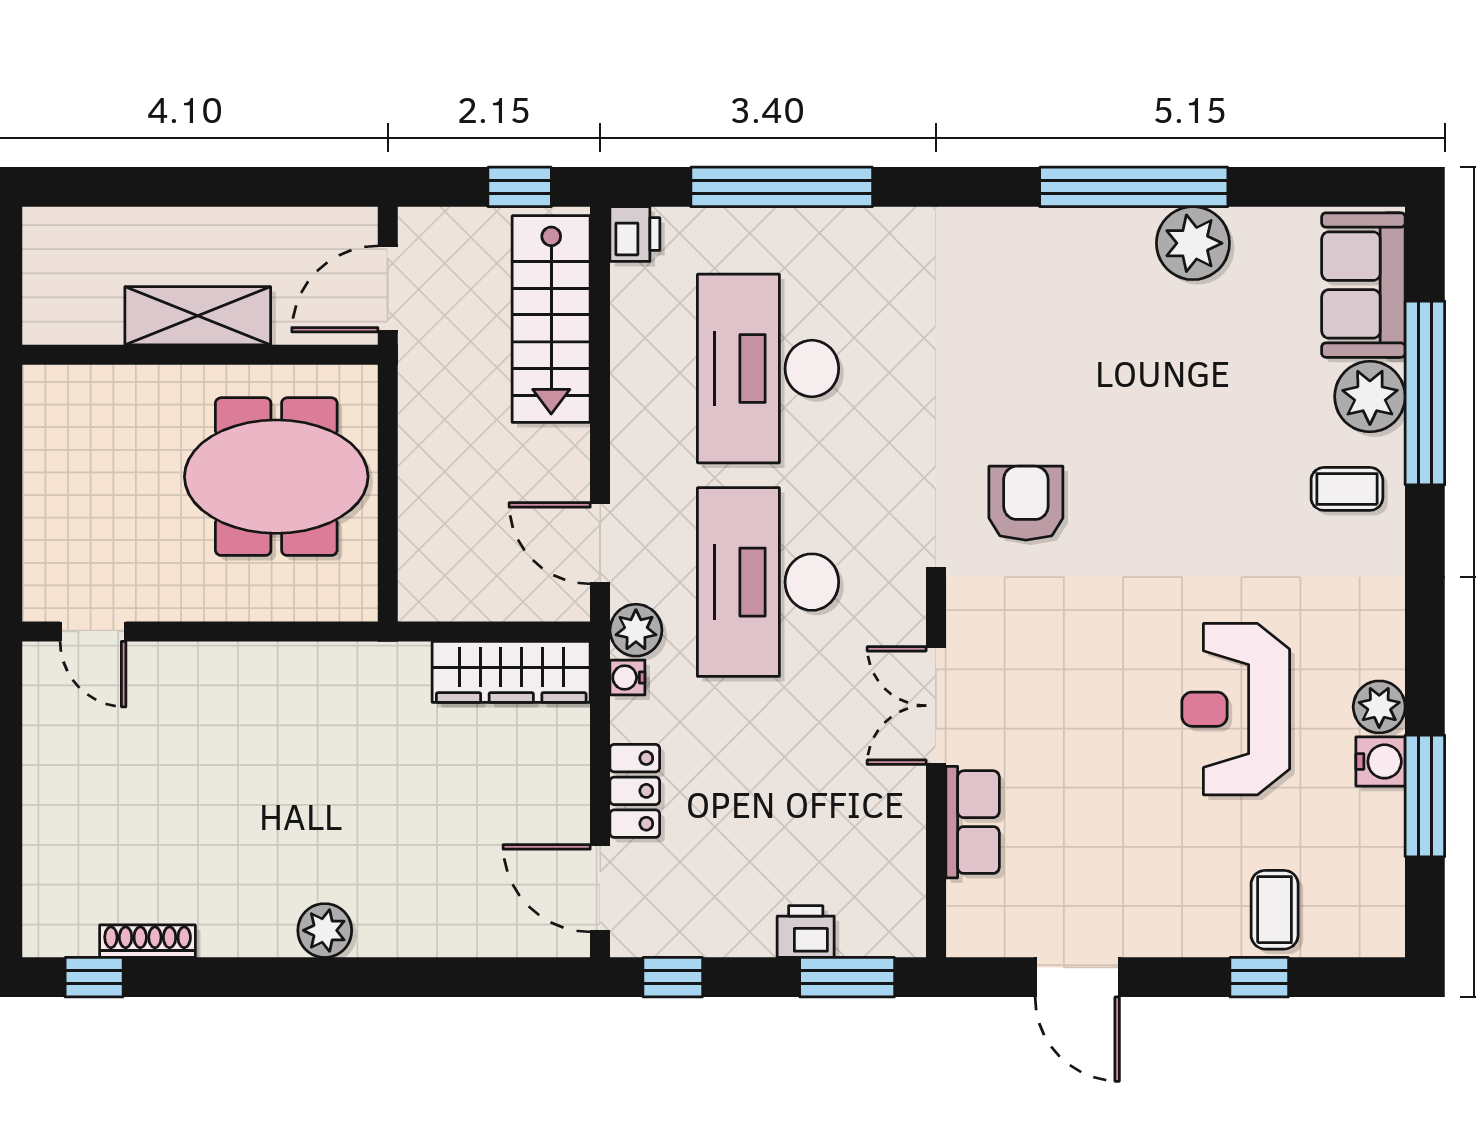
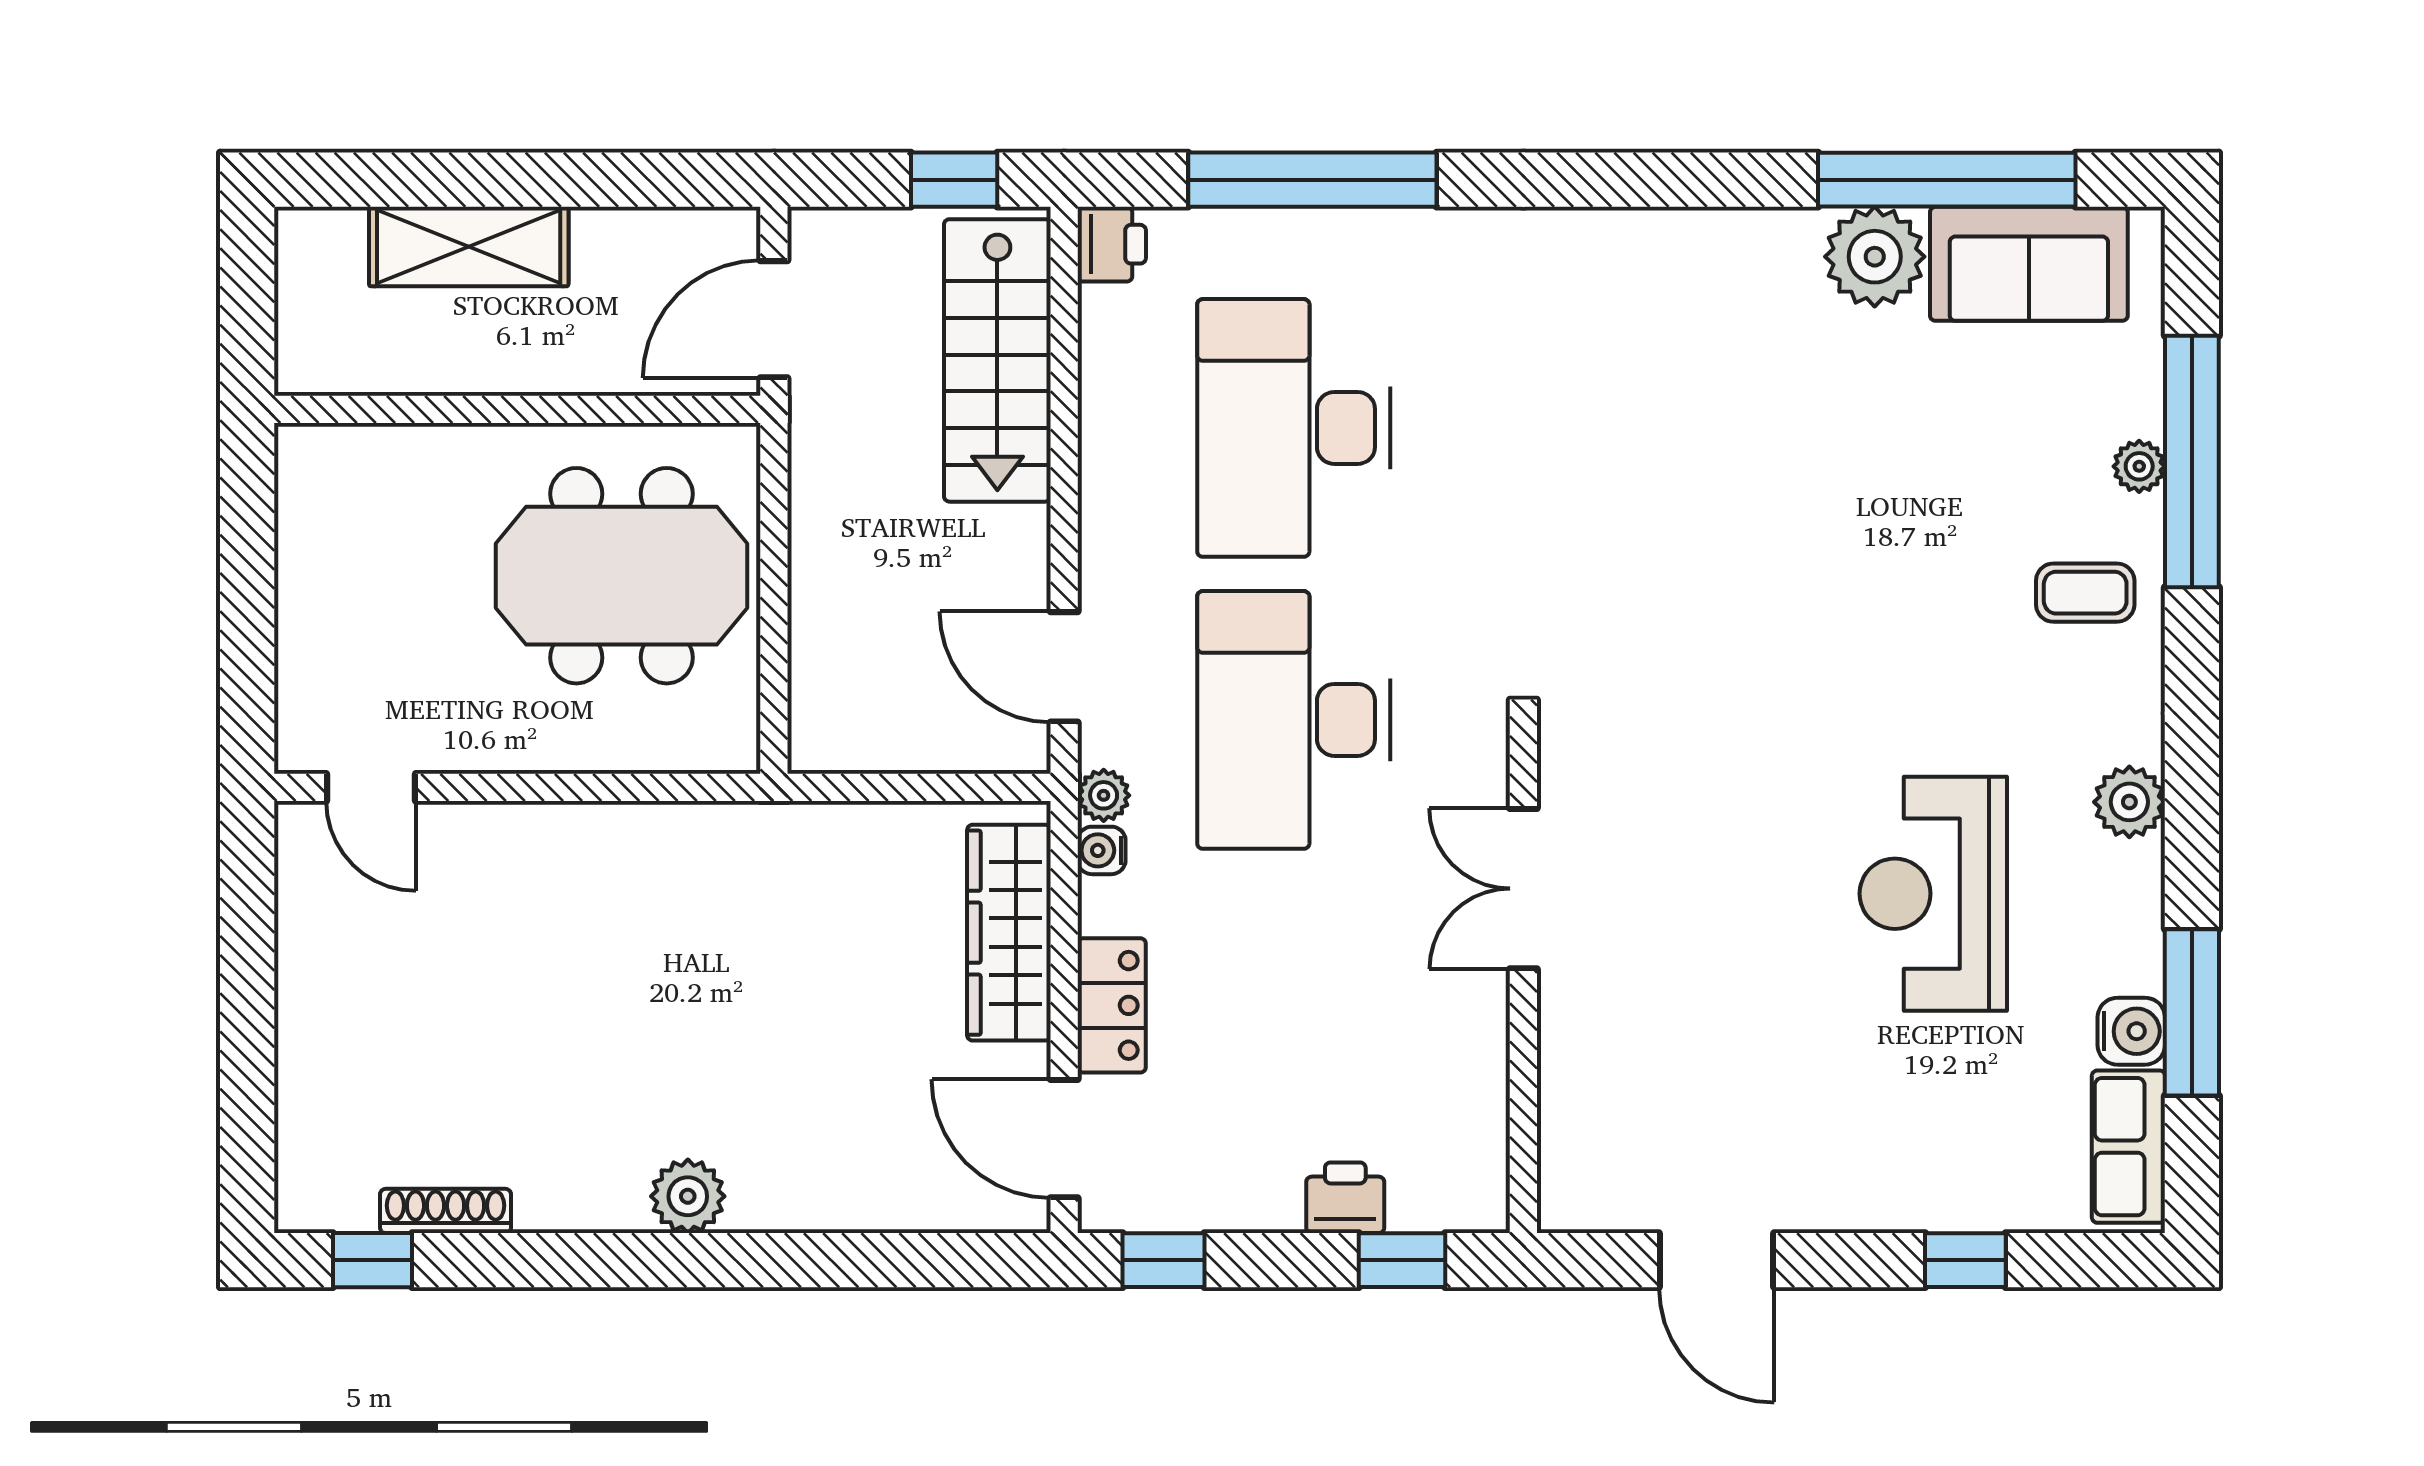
window: (1134, 187) -> (1947, 180), moved
sofa: (1363, 285) -> (2029, 264), moved, turned -90
shelving: (198, 316) -> (469, 247), moved
plant: (1370, 397) -> (2139, 466), width x0.53, depth x0.53
armchair: (1026, 503) -> (1646, 612), removed
plant: (636, 630) -> (1104, 795), width x0.73, depth x0.73
wardrobe: (511, 672) -> (1009, 933), moved, turned 90
plant: (1379, 707) -> (2129, 802), moved
water cooler: (1381, 761) -> (2131, 1031), moved
row of seats: (973, 822) -> (2128, 1147), moved, turned 180
coffee table: (1275, 910) -> (1986, 1168), removed
window: (847, 977) -> (1402, 1260), width x0.67

